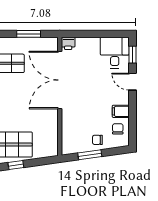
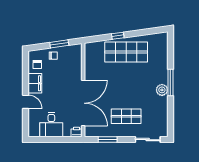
desk: (115, 53) -> (51, 125), moved
window: (132, 55) -> (26, 123), removed
filing cabinet: (121, 111) -> (35, 83), width x2.00

